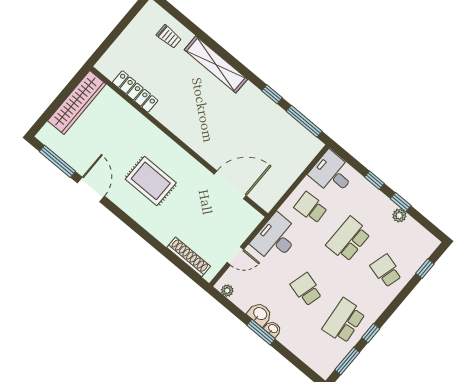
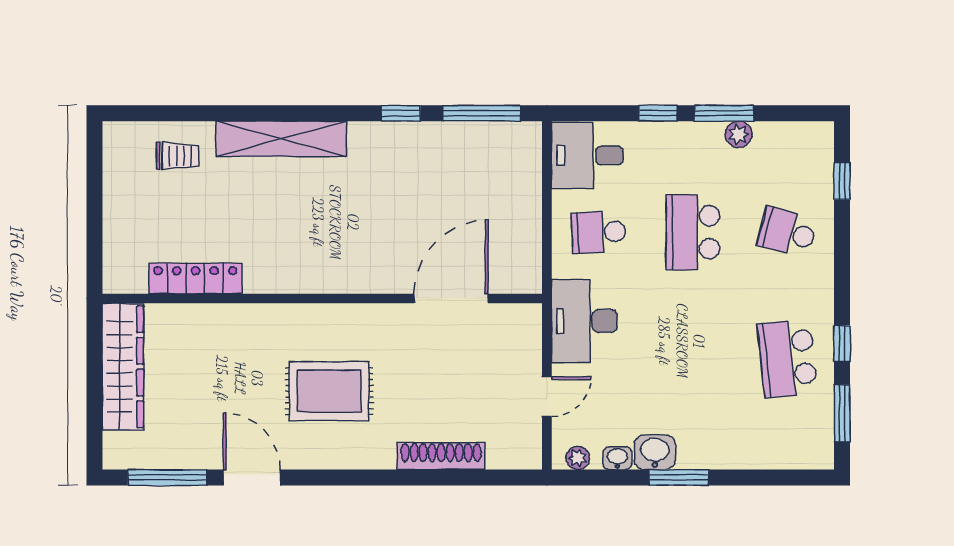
window: (401, 202) -> (724, 113), width x1.50
shoe rack: (189, 257) -> (441, 456), moved
school desk: (306, 289) -> (693, 358), removed
washbasin: (273, 329) -> (617, 458), moved

